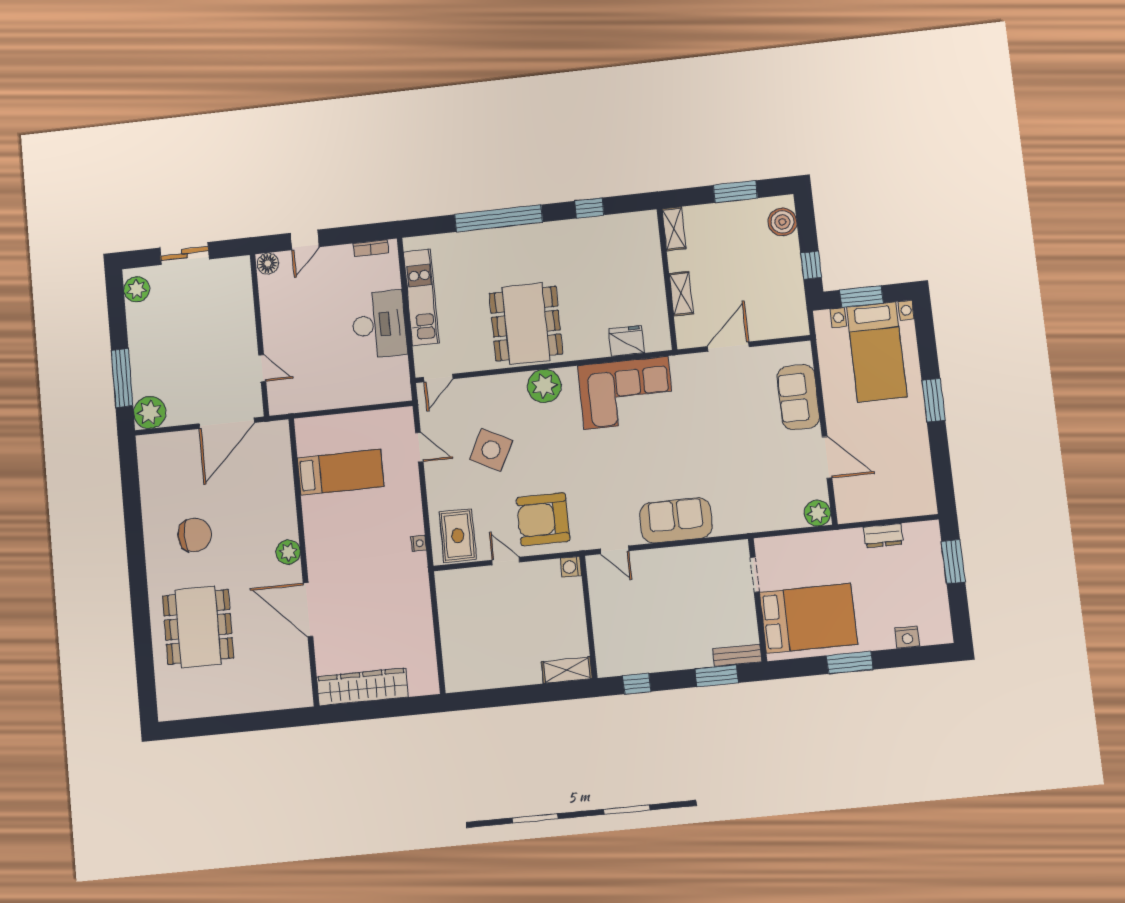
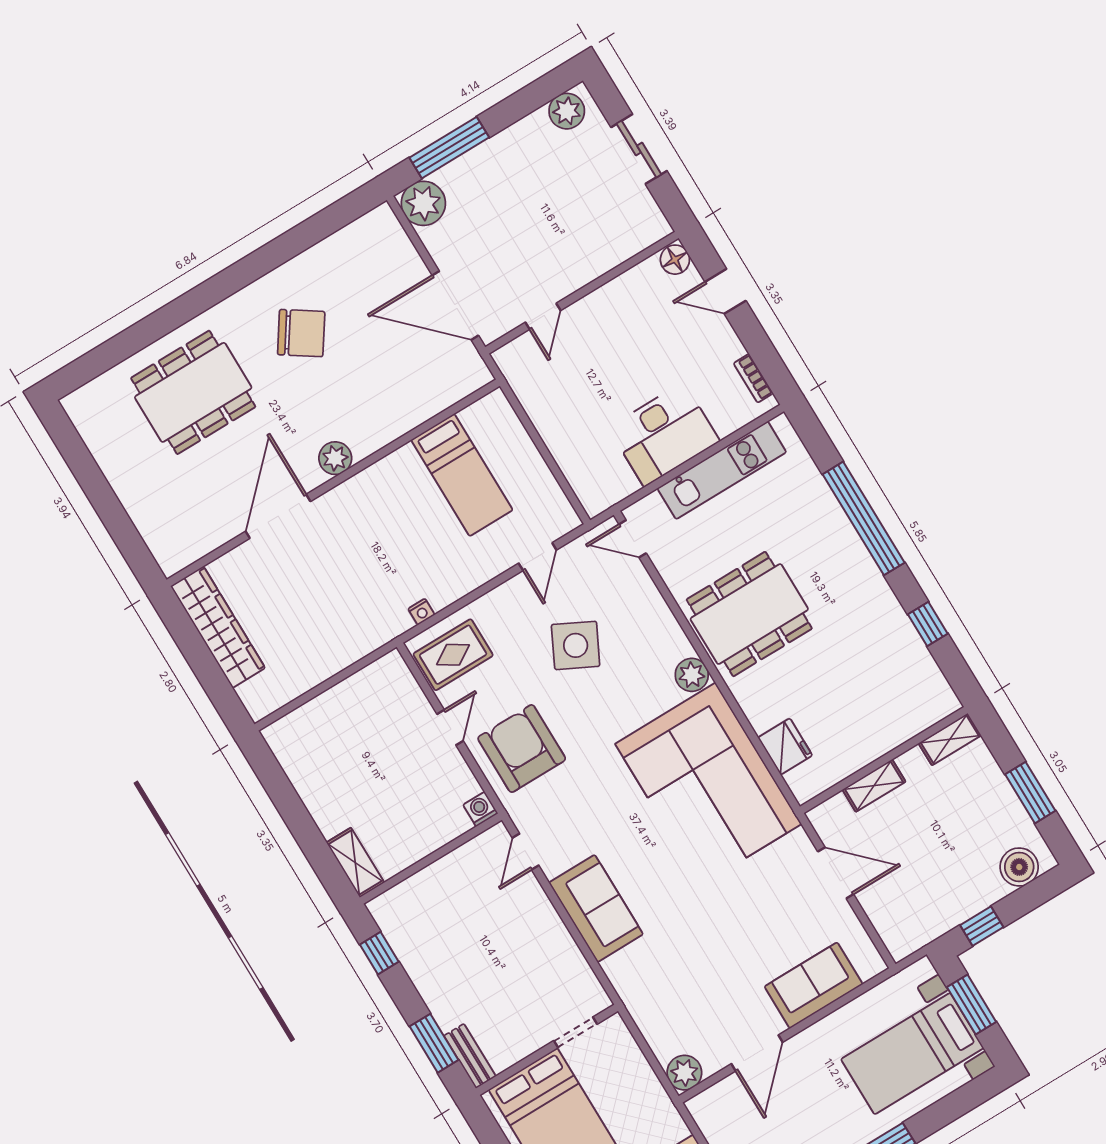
plant: (544, 386) -> (692, 675), width x0.73, depth x0.73
corner sofa: (626, 393) -> (708, 784), width x1.36, depth x1.36
chair: (194, 535) -> (301, 333), turned -56

